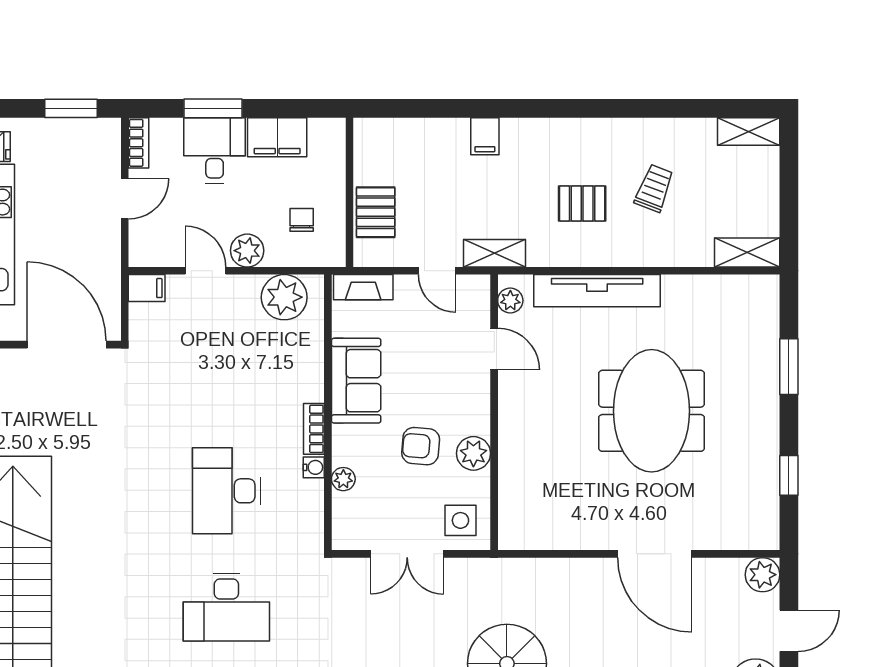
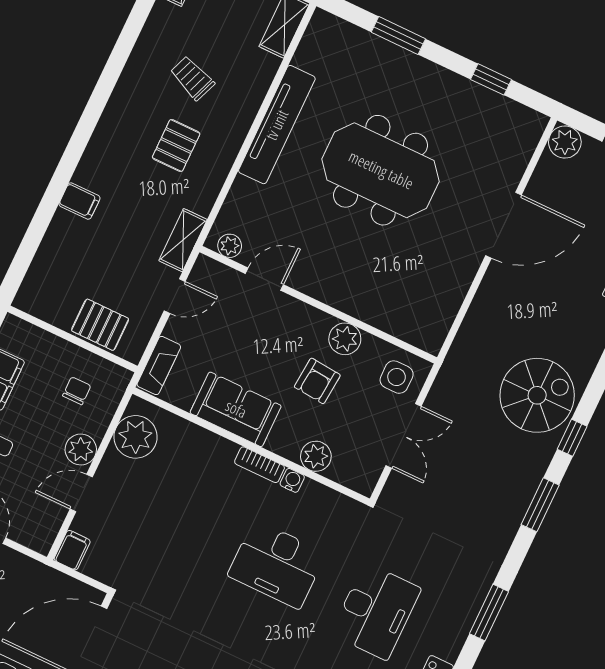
chair: (302, 220) -> (77, 391), turned 90
tv unit: (597, 291) -> (277, 125), moved
plant: (343, 479) -> (316, 456), width x1.38, depth x1.38

